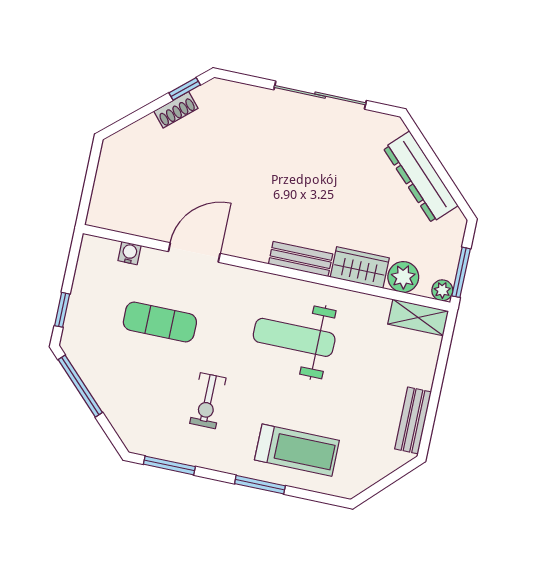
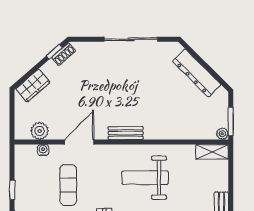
shoe rack: (176, 110) -> (64, 54), moved
bench: (301, 259) -> (126, 133), moved
wardrobe: (360, 267) -> (33, 86), moved, turned 139
plant: (403, 277) -> (40, 131), moved
exercise mat: (160, 322) -> (68, 185), turned 90

